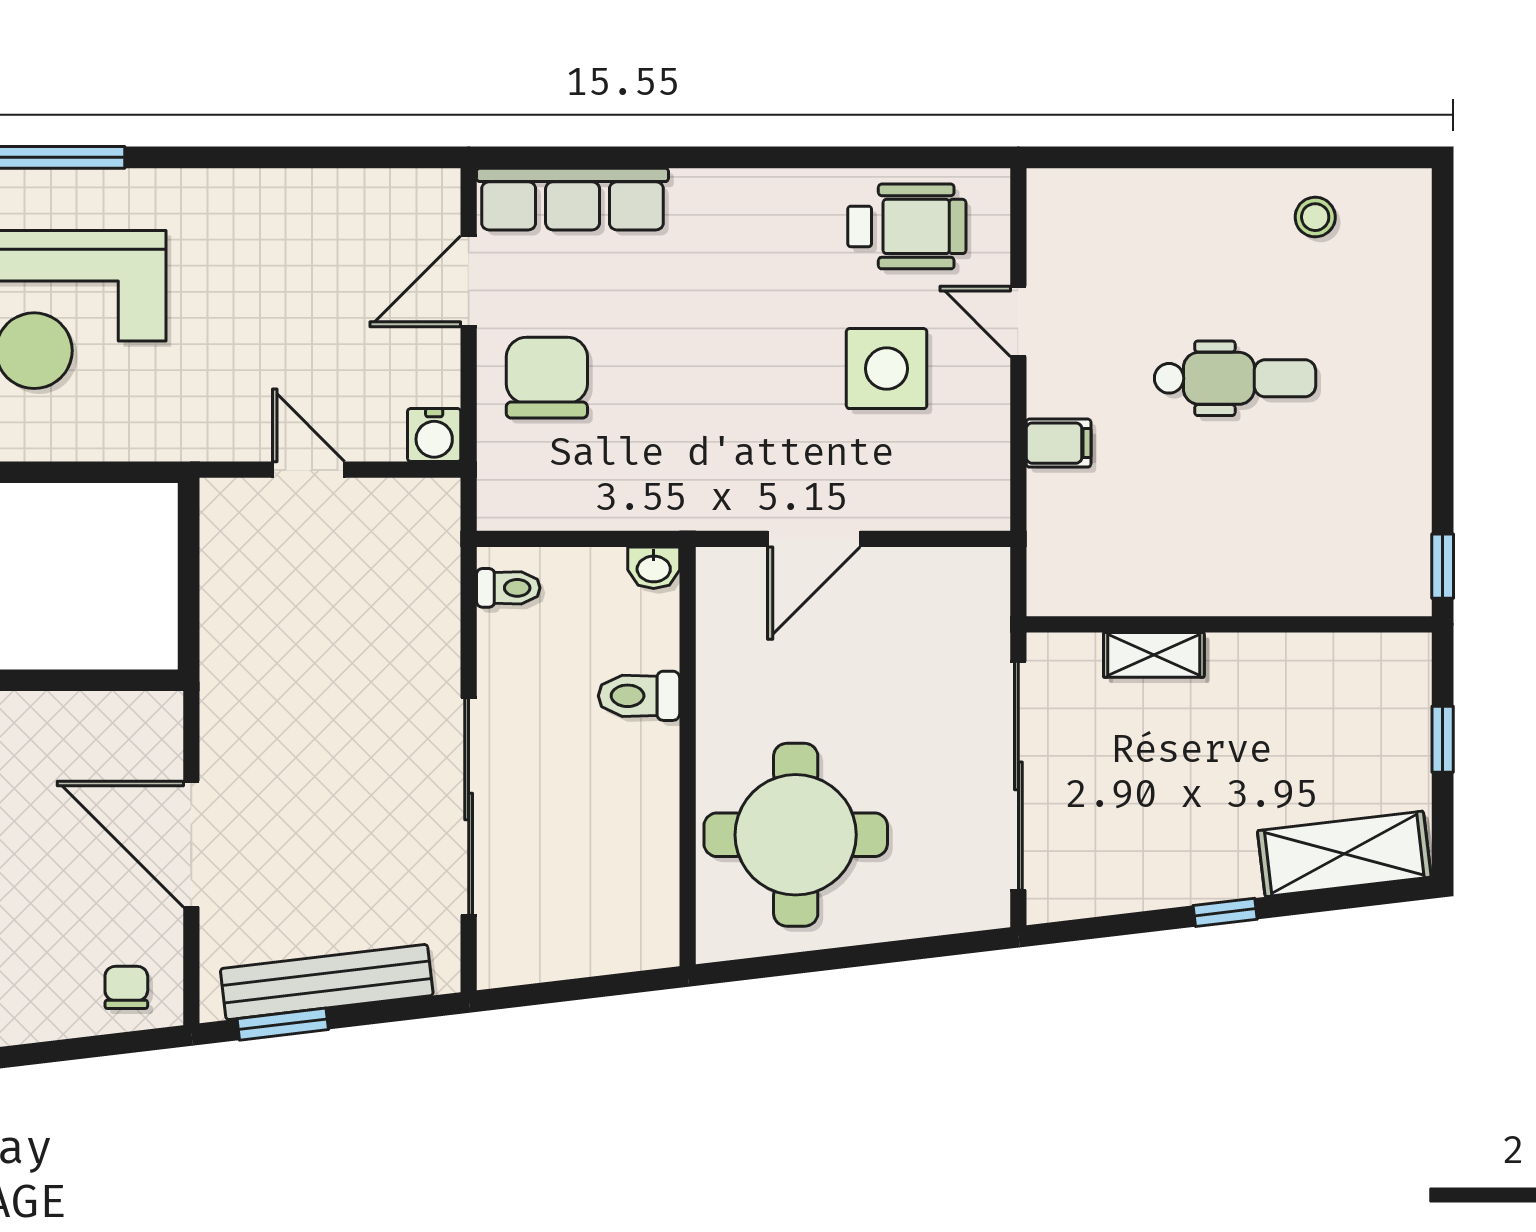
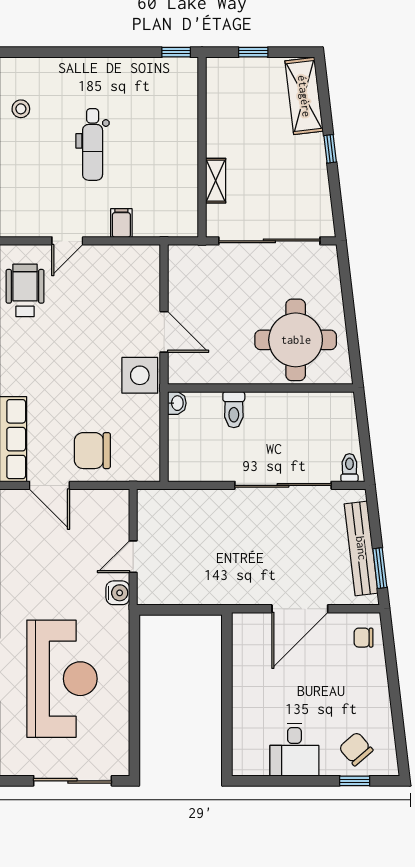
side table: (887, 369) -> (140, 375), moved
dental chair: (1235, 378) -> (93, 144), turned 180
water cooler: (434, 435) -> (118, 593), moved
toilet: (508, 588) -> (349, 468), moved

